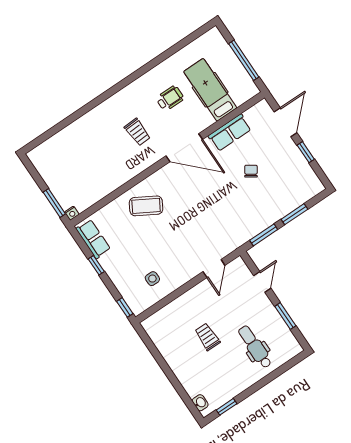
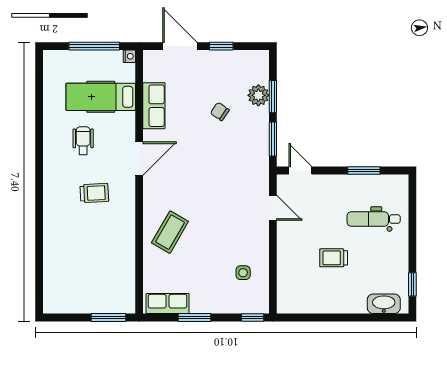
door: (184, 148) -> (139, 159), width x0.73
chair: (251, 171) -> (220, 111), moved
plant: (288, 203) -> (258, 95), added
nightstand: (72, 213) -> (129, 56), moved
window: (96, 265) -> (194, 318), width x1.50
door: (262, 282) -> (300, 171), moved
washbasin: (200, 403) -> (384, 304), width x1.91, depth x1.45

